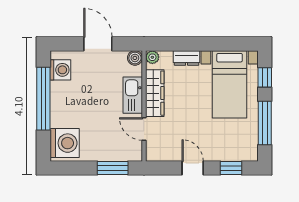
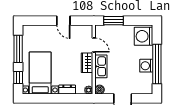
washing machine: (60, 70) -> (146, 66), moved
wardrobe: (155, 93) -> (87, 63), width x0.67
window: (231, 168) -> (39, 21), removed

